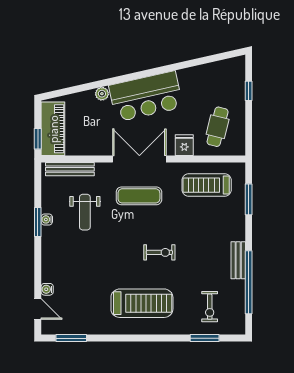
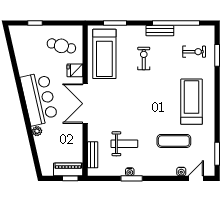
piano: (53, 129) -> (68, 169), width x0.73, depth x0.75
bench: (70, 169) -> (93, 155), width x0.73
treadmill: (207, 185) -> (104, 54), width x1.37, depth x1.38
exercise mat: (139, 196) -> (174, 141), moved, turned 90
exercise bike: (159, 252) -> (144, 58), moved

